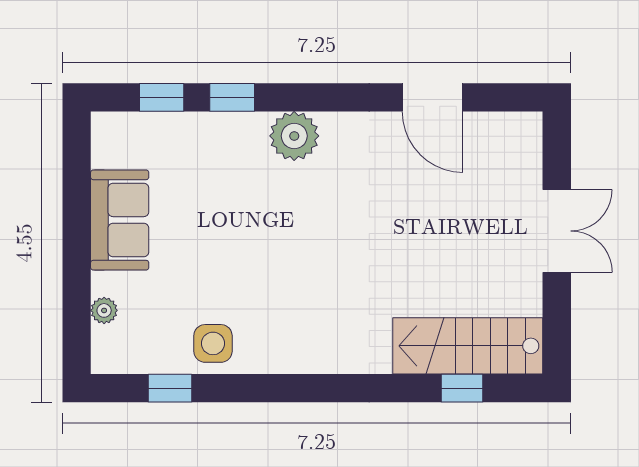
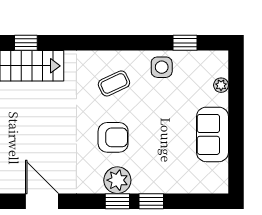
window: (162, 97) -> (117, 201), moved
armchair: (302, 215) -> (113, 137), added
coffee table: (300, 314) -> (114, 83), added

